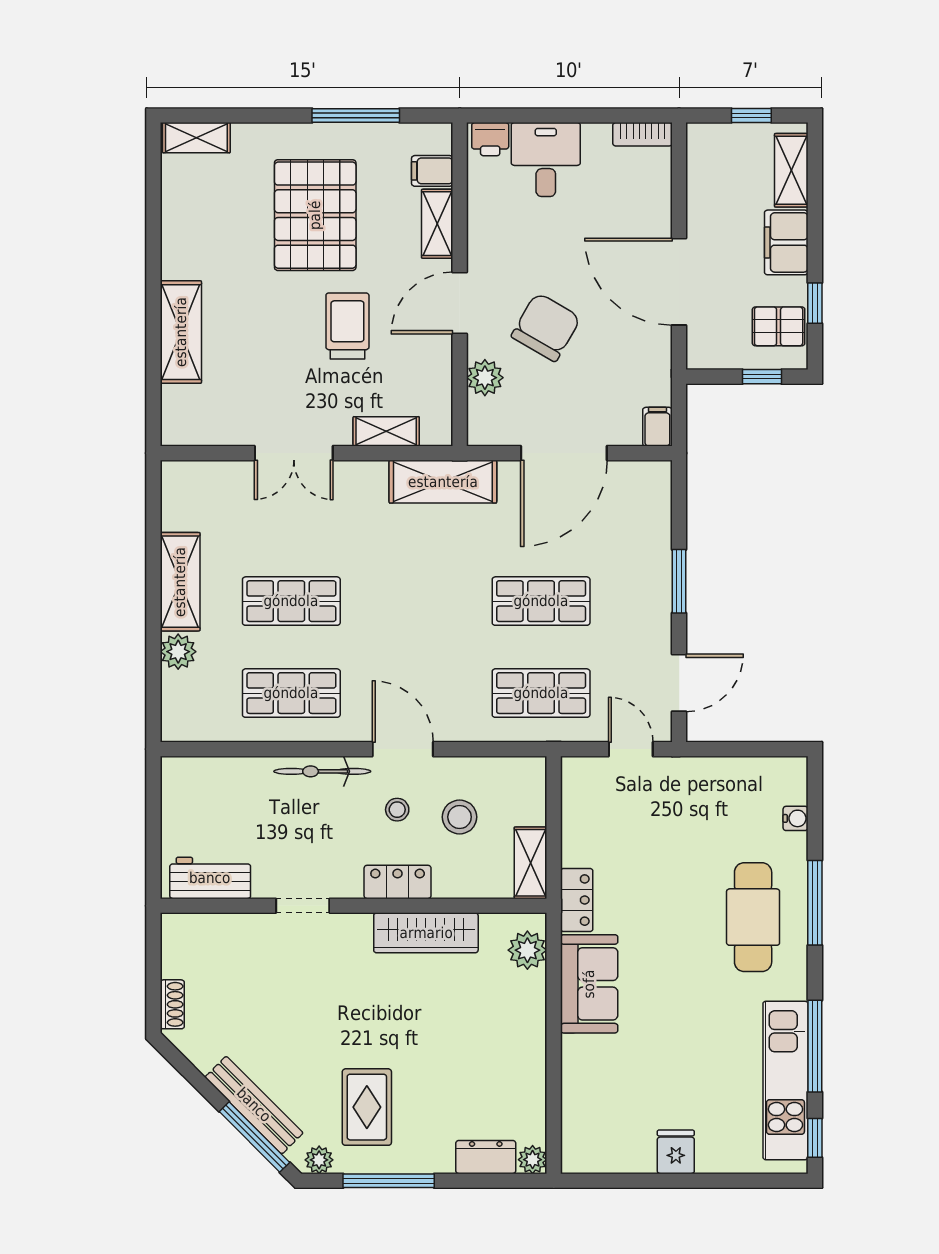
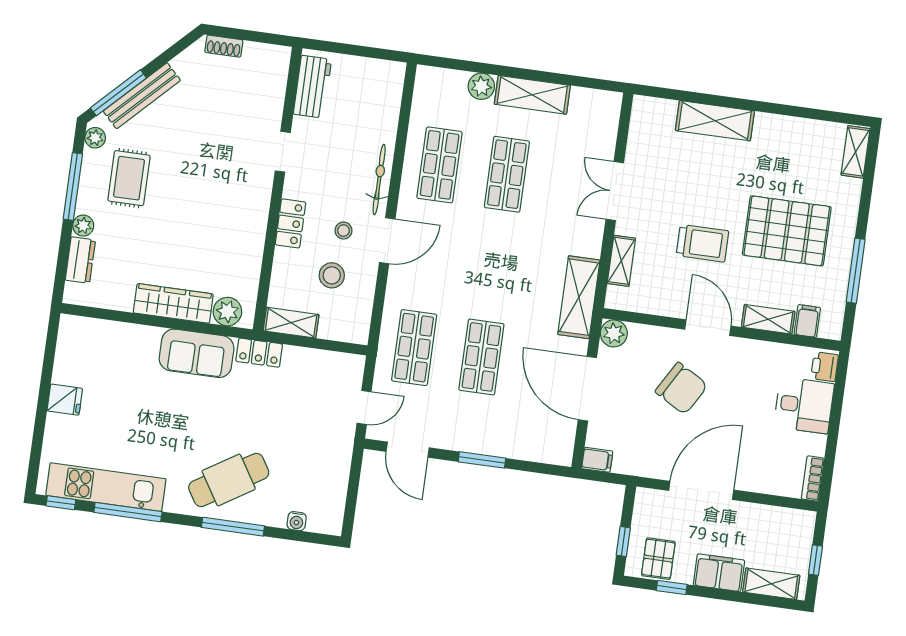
plant: (485, 378) -> (614, 333), moved
cafe table: (753, 917) -> (229, 480), turned -32
wardrobe: (426, 933) -> (173, 303), moved, turned 90
rug: (367, 1107) -> (129, 178), turned 90
plant: (533, 1160) -> (83, 226), moved

